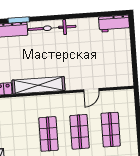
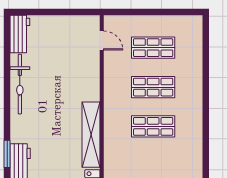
bicycle: (52, 28) -> (20, 84), moved
door: (91, 90) -> (102, 41), moved

